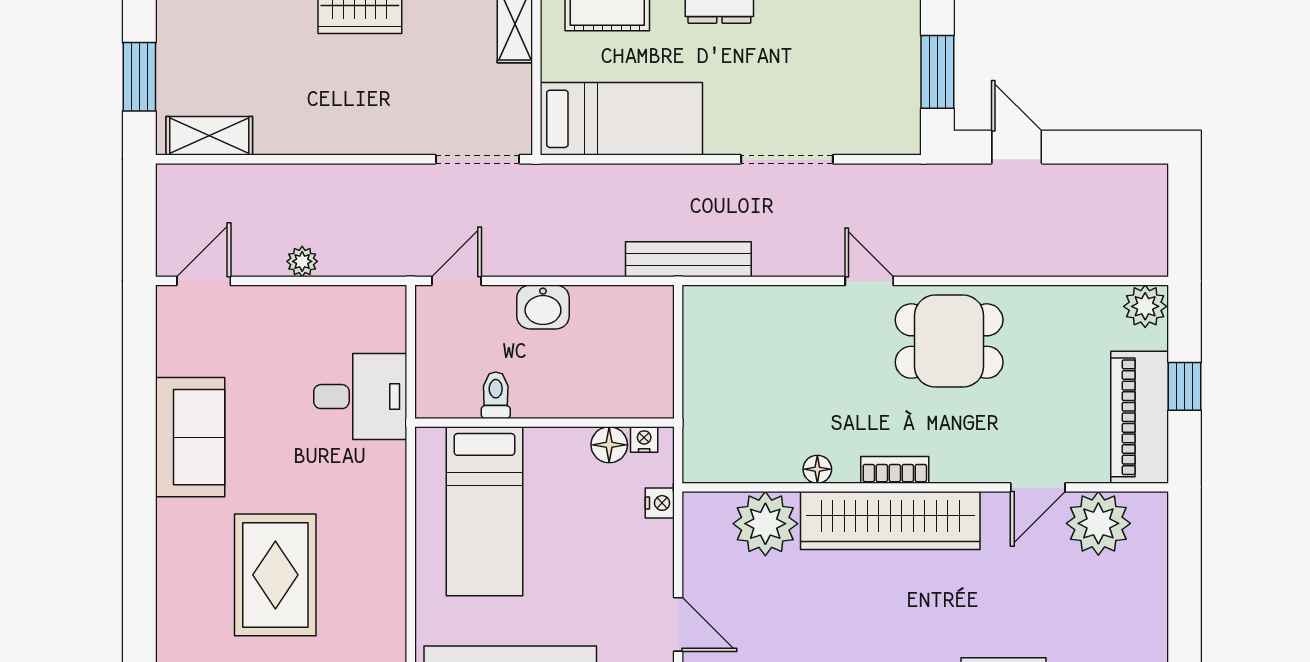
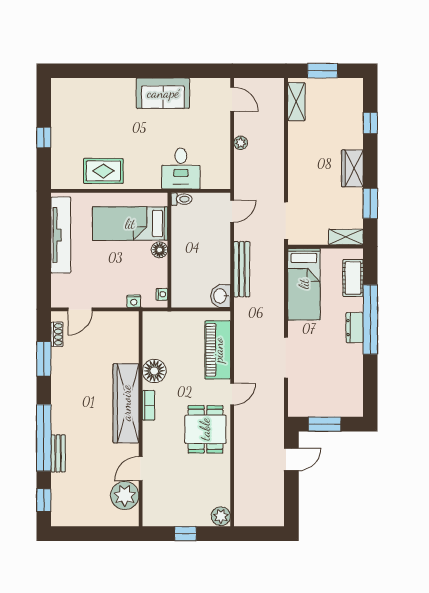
bench: (688, 259) -> (242, 269), moved
door: (457, 281) -> (232, 211), hinge flipped
washbasin: (543, 307) -> (221, 296), moved
toilet: (496, 395) -> (181, 199), moved
piano: (1140, 417) -> (218, 350), moved, turned -90
floor lamp: (609, 445) -> (160, 250), moved
floor lamp: (817, 469) -> (154, 371), width x1.89, depth x1.89
door: (1038, 487) -> (141, 469), hinge flipped
plant: (765, 524) -> (125, 348), removed
rug: (275, 575) -> (103, 171), moved, width x0.73, depth x0.70

